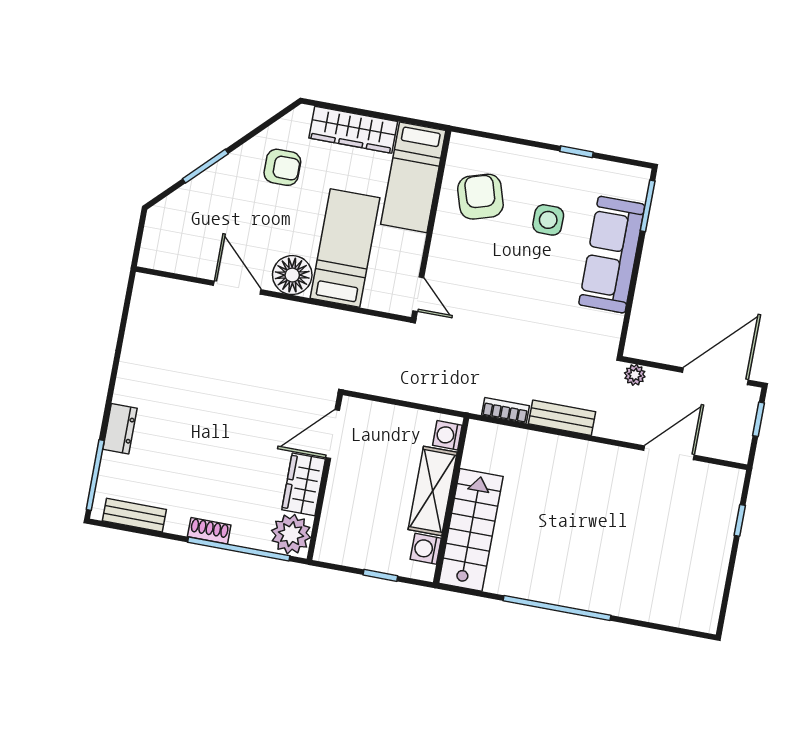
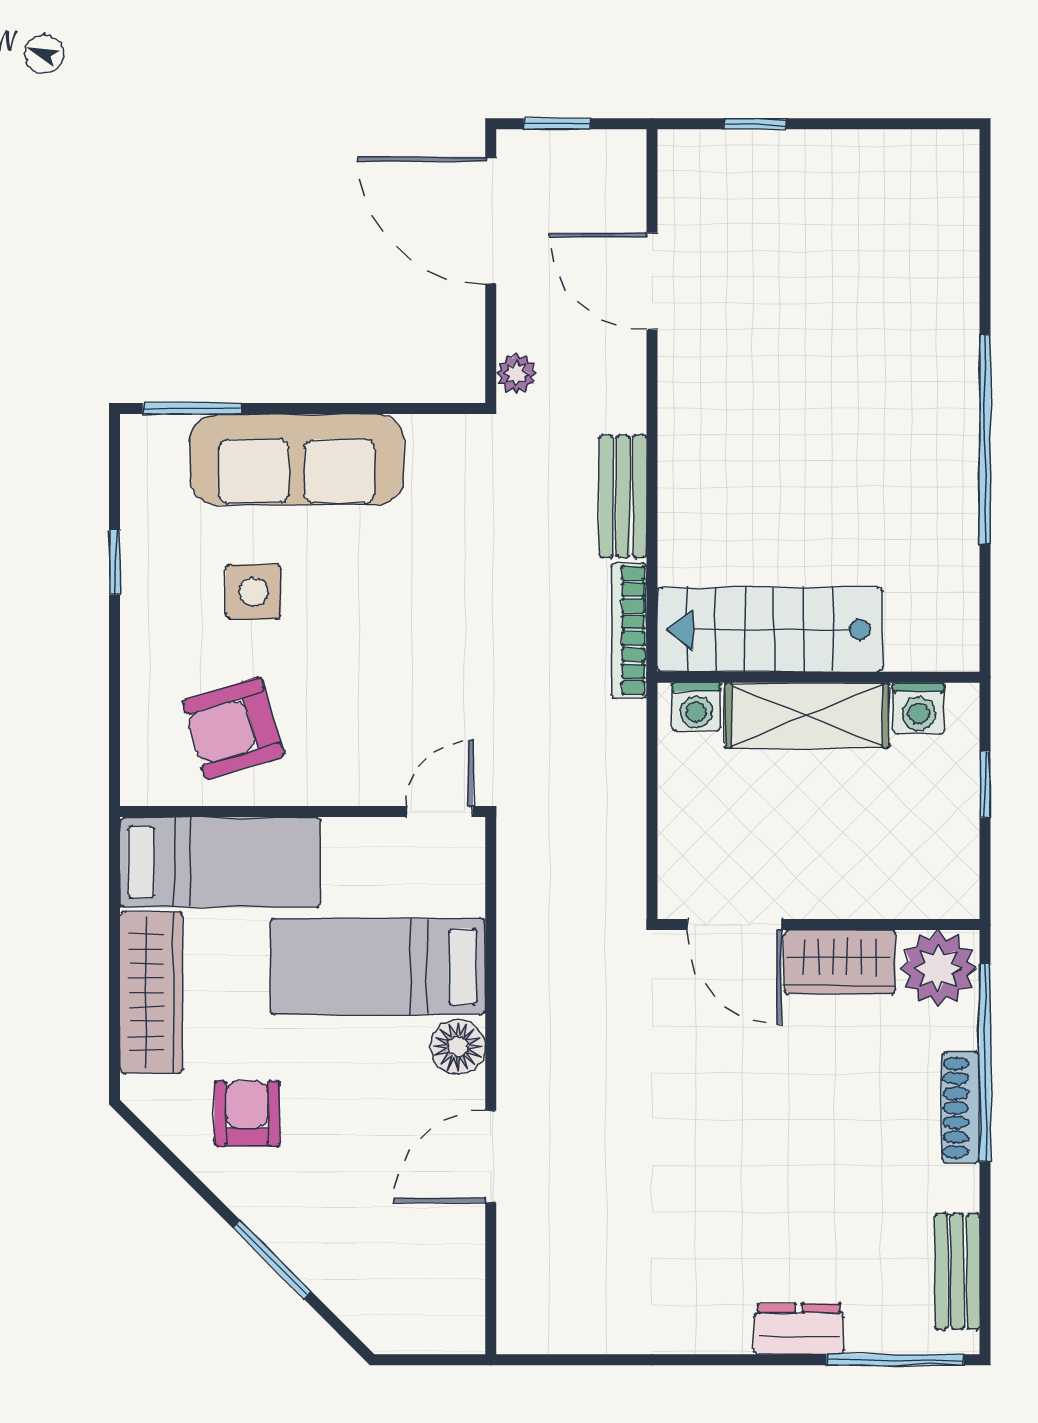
floor lamp: (292, 275) -> (458, 1047), width x0.73, depth x0.73
bookcase: (505, 410) -> (629, 630), width x1.56
stairs: (471, 530) -> (770, 629), moved
shoe rack: (209, 531) -> (961, 1108), width x1.43

